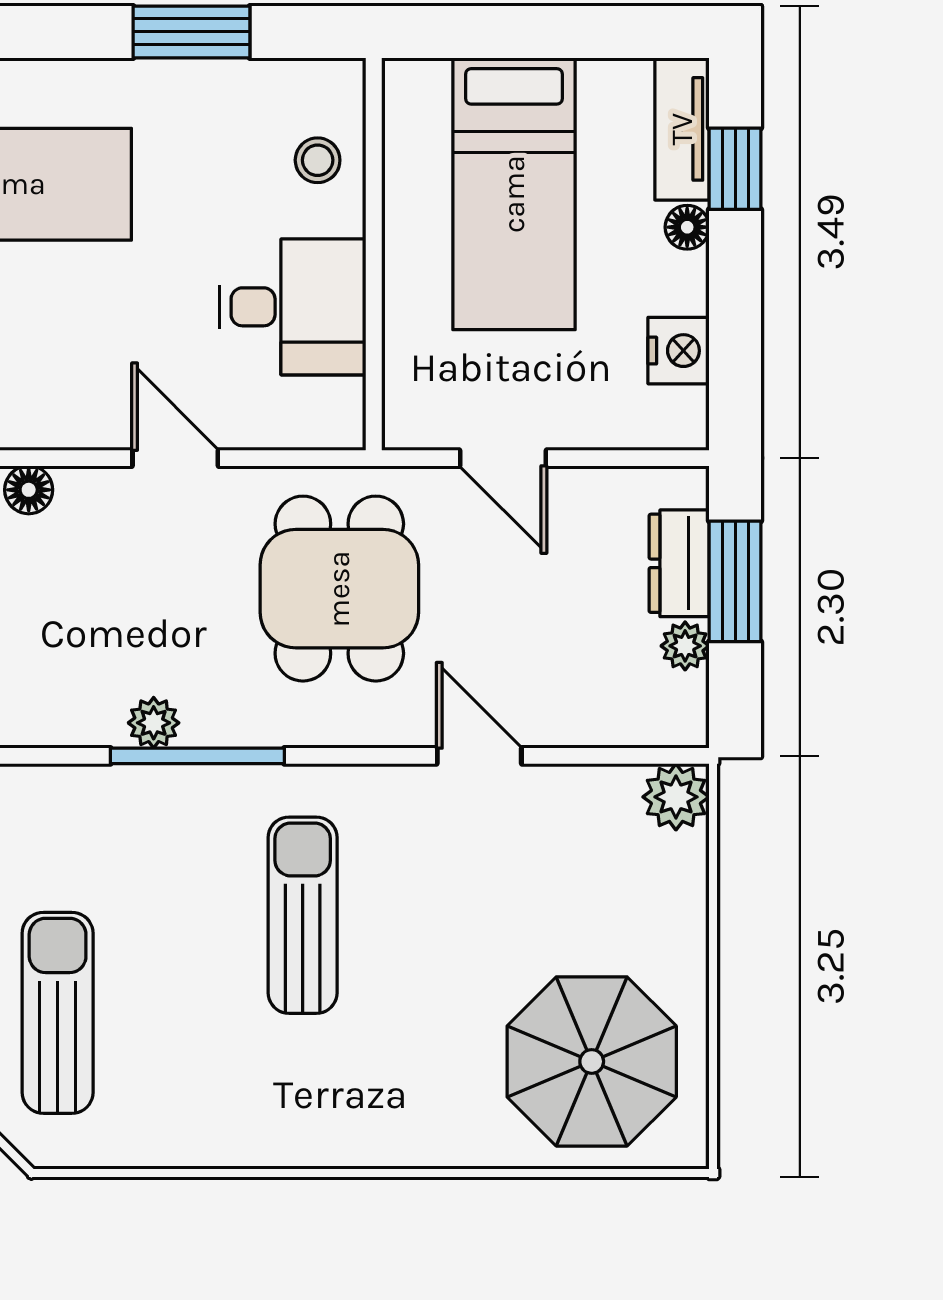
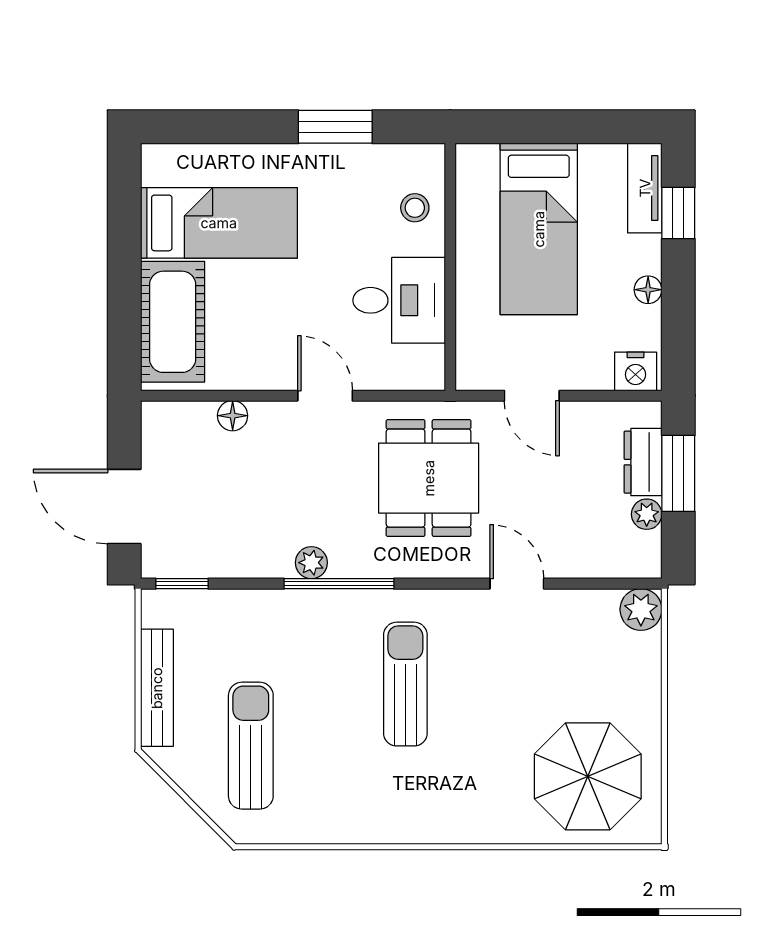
floor lamp: (687, 227) -> (648, 290), moved
nightstand: (679, 351) -> (636, 371), moved, turned 90

